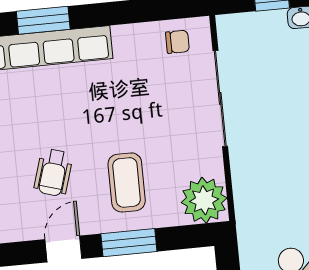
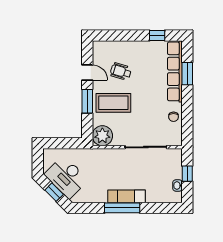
chair: (177, 42) -> (174, 117), moved
coffee table: (127, 182) -> (113, 103), width x1.36, depth x1.32

